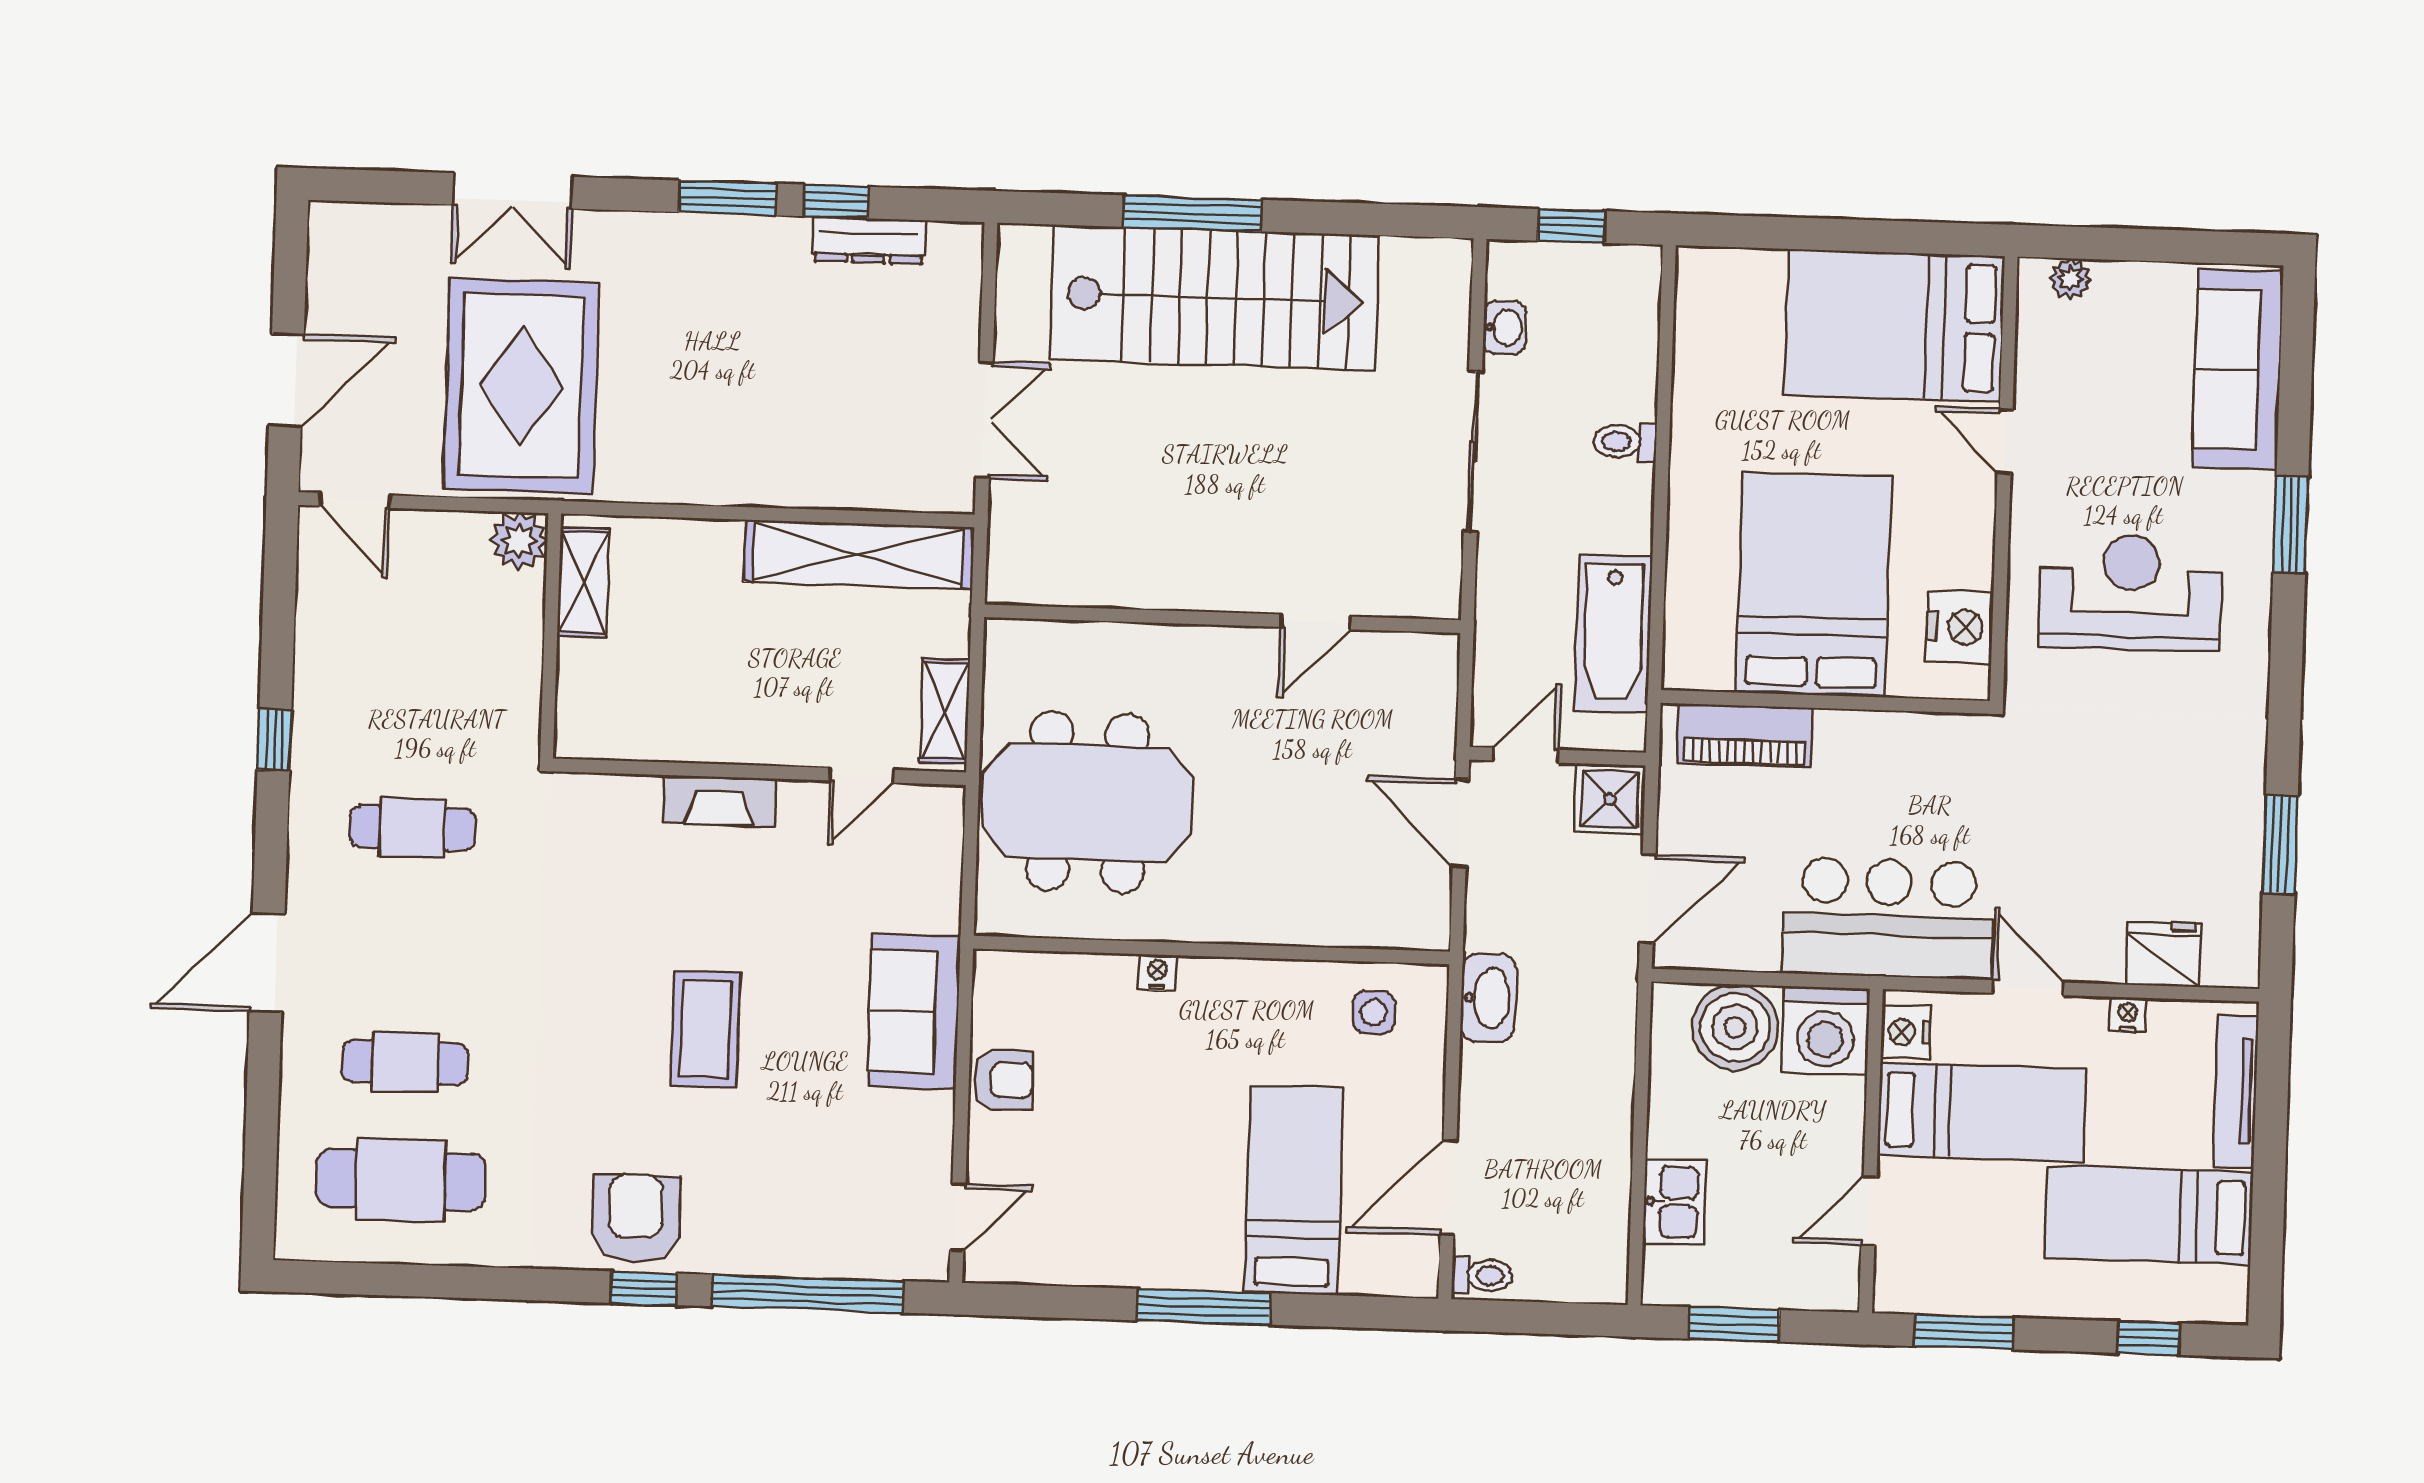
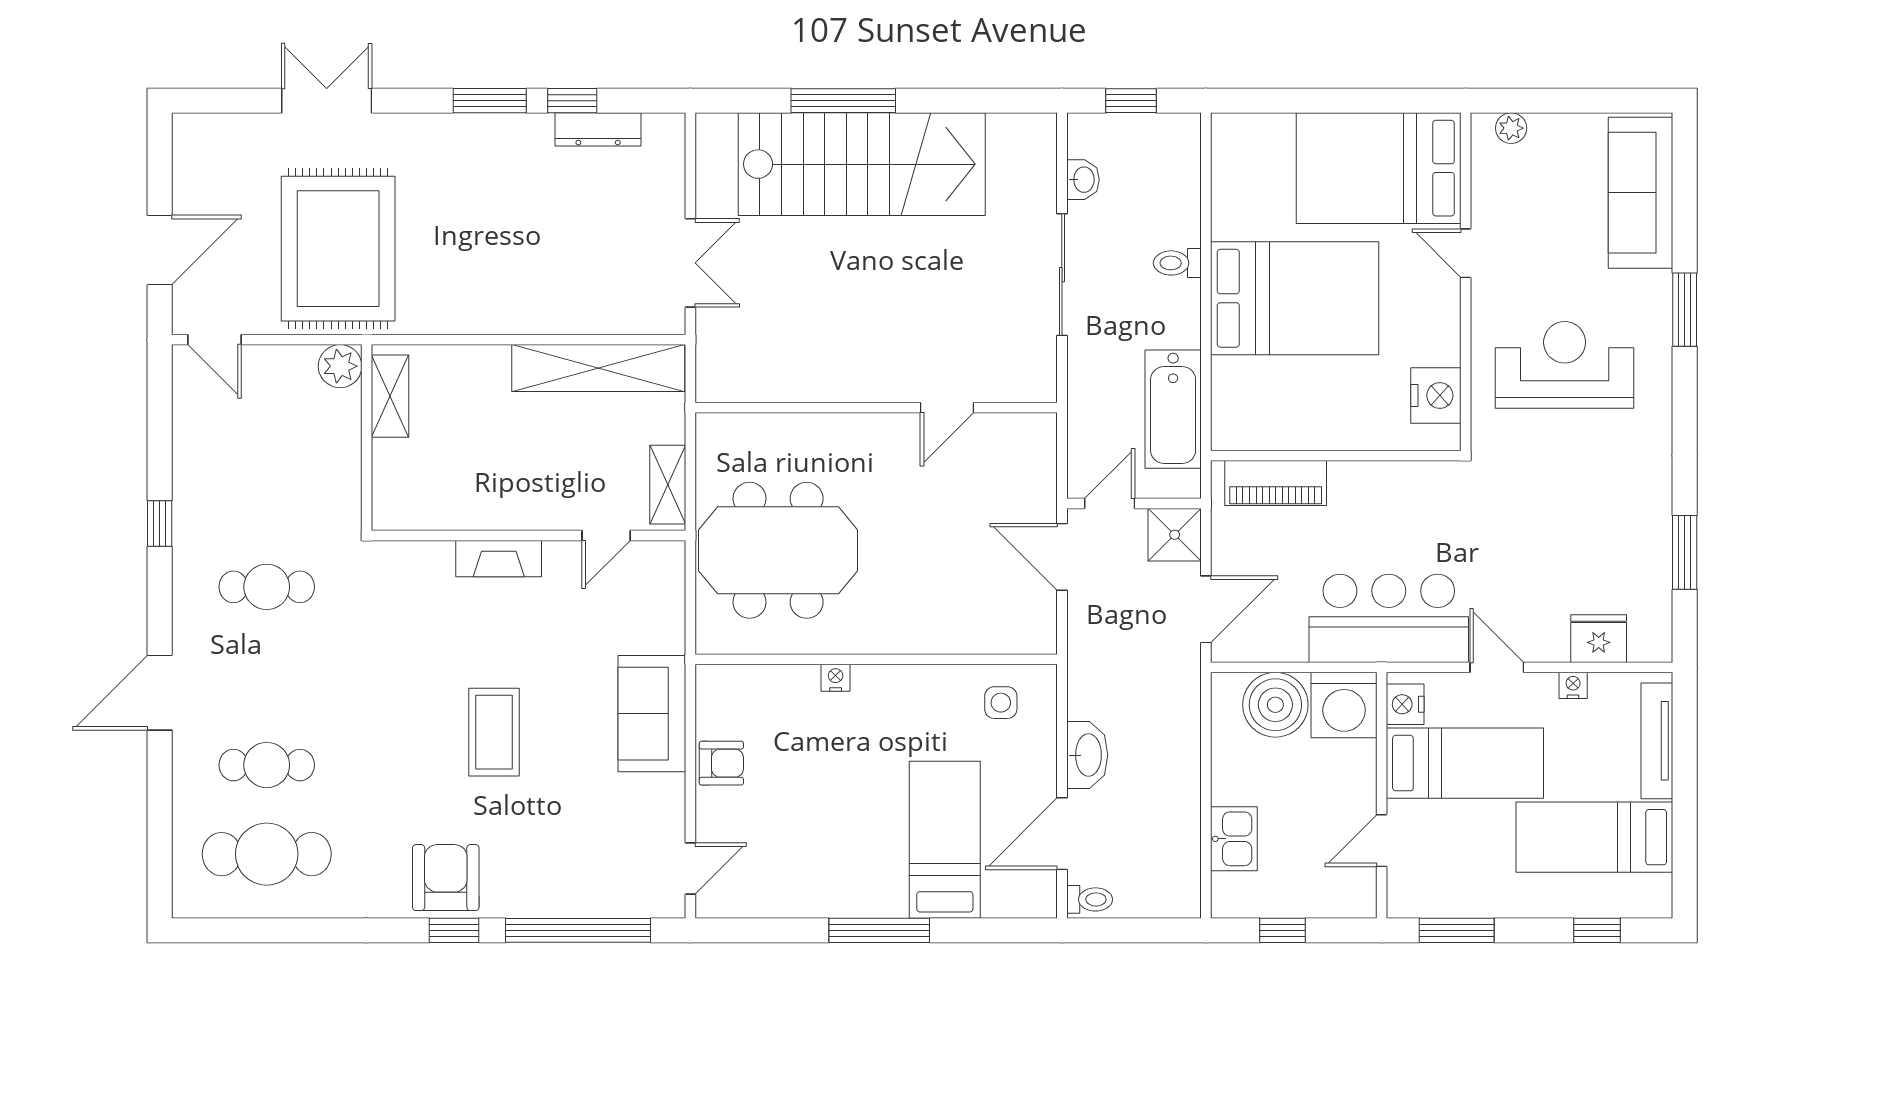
double door: (513, 191) -> (327, 101), swing flipped
bed: (1814, 585) -> (1295, 298), moved, turned 90
washbasin: (1488, 998) -> (1087, 755), moved
window: (1734, 1324) -> (1282, 930), width x0.67

